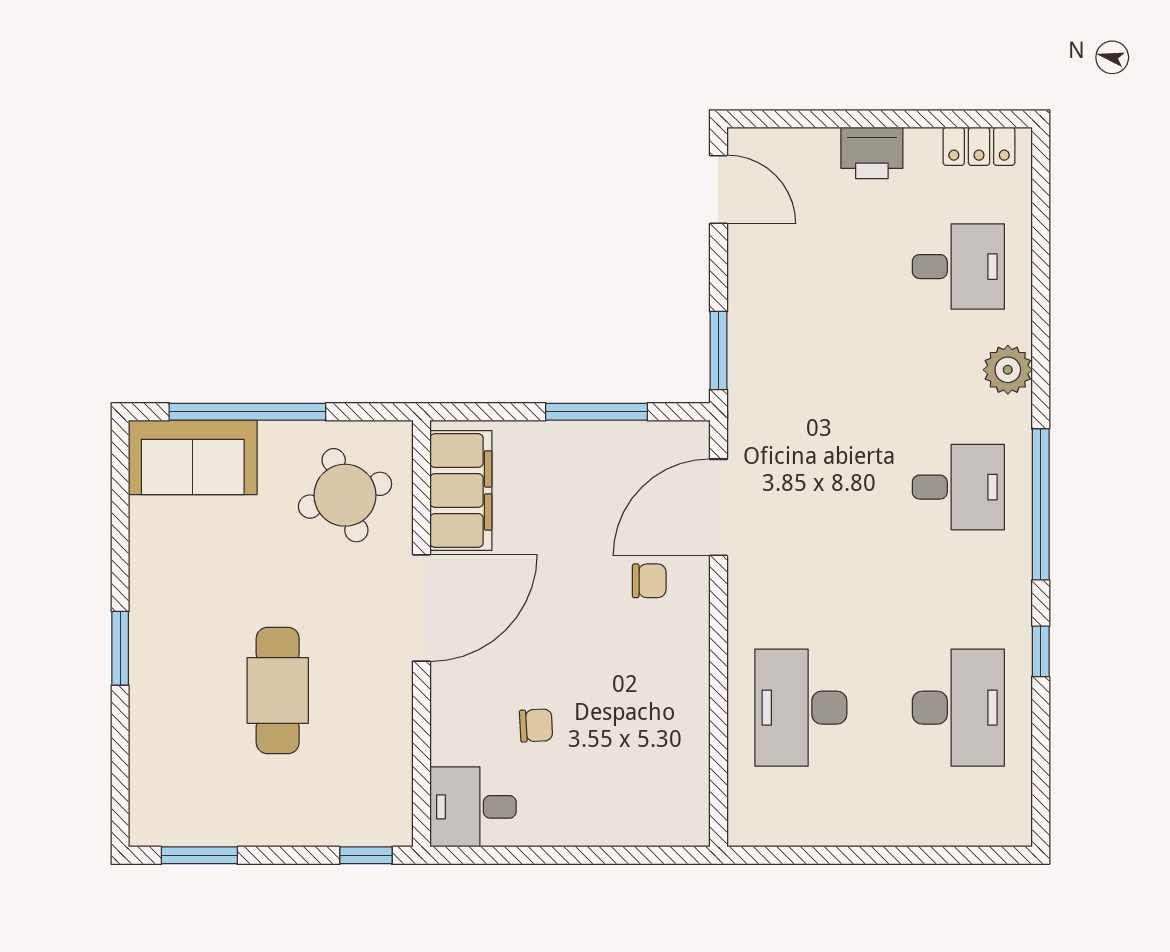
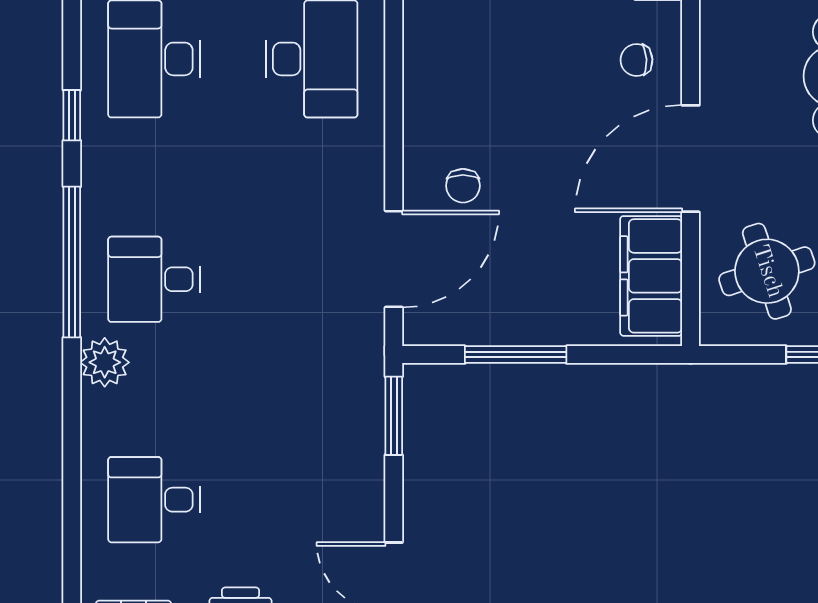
plant: (1008, 370) -> (105, 362), moved
chair: (649, 581) -> (463, 186), turned -90
chair: (536, 725) -> (637, 60), moved

